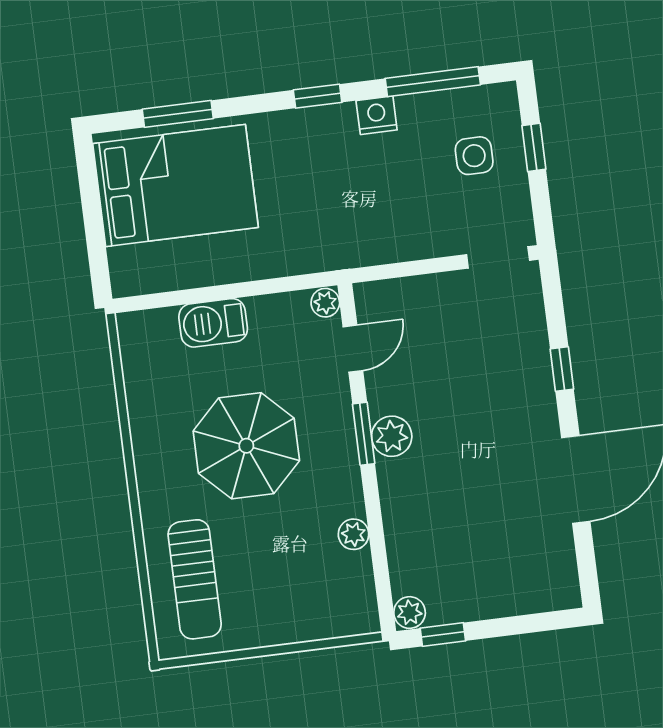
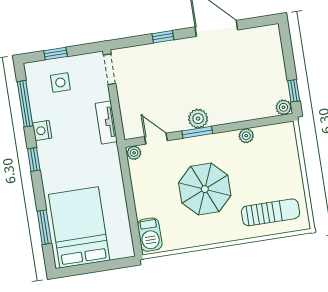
tv unit: (389, 247) -> (106, 123), added
barbecue: (213, 323) -> (150, 235), moved

